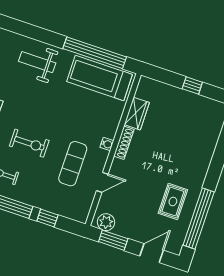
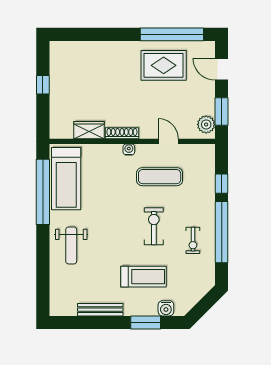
rug: (173, 201) -> (164, 65), width x1.36, depth x1.43

